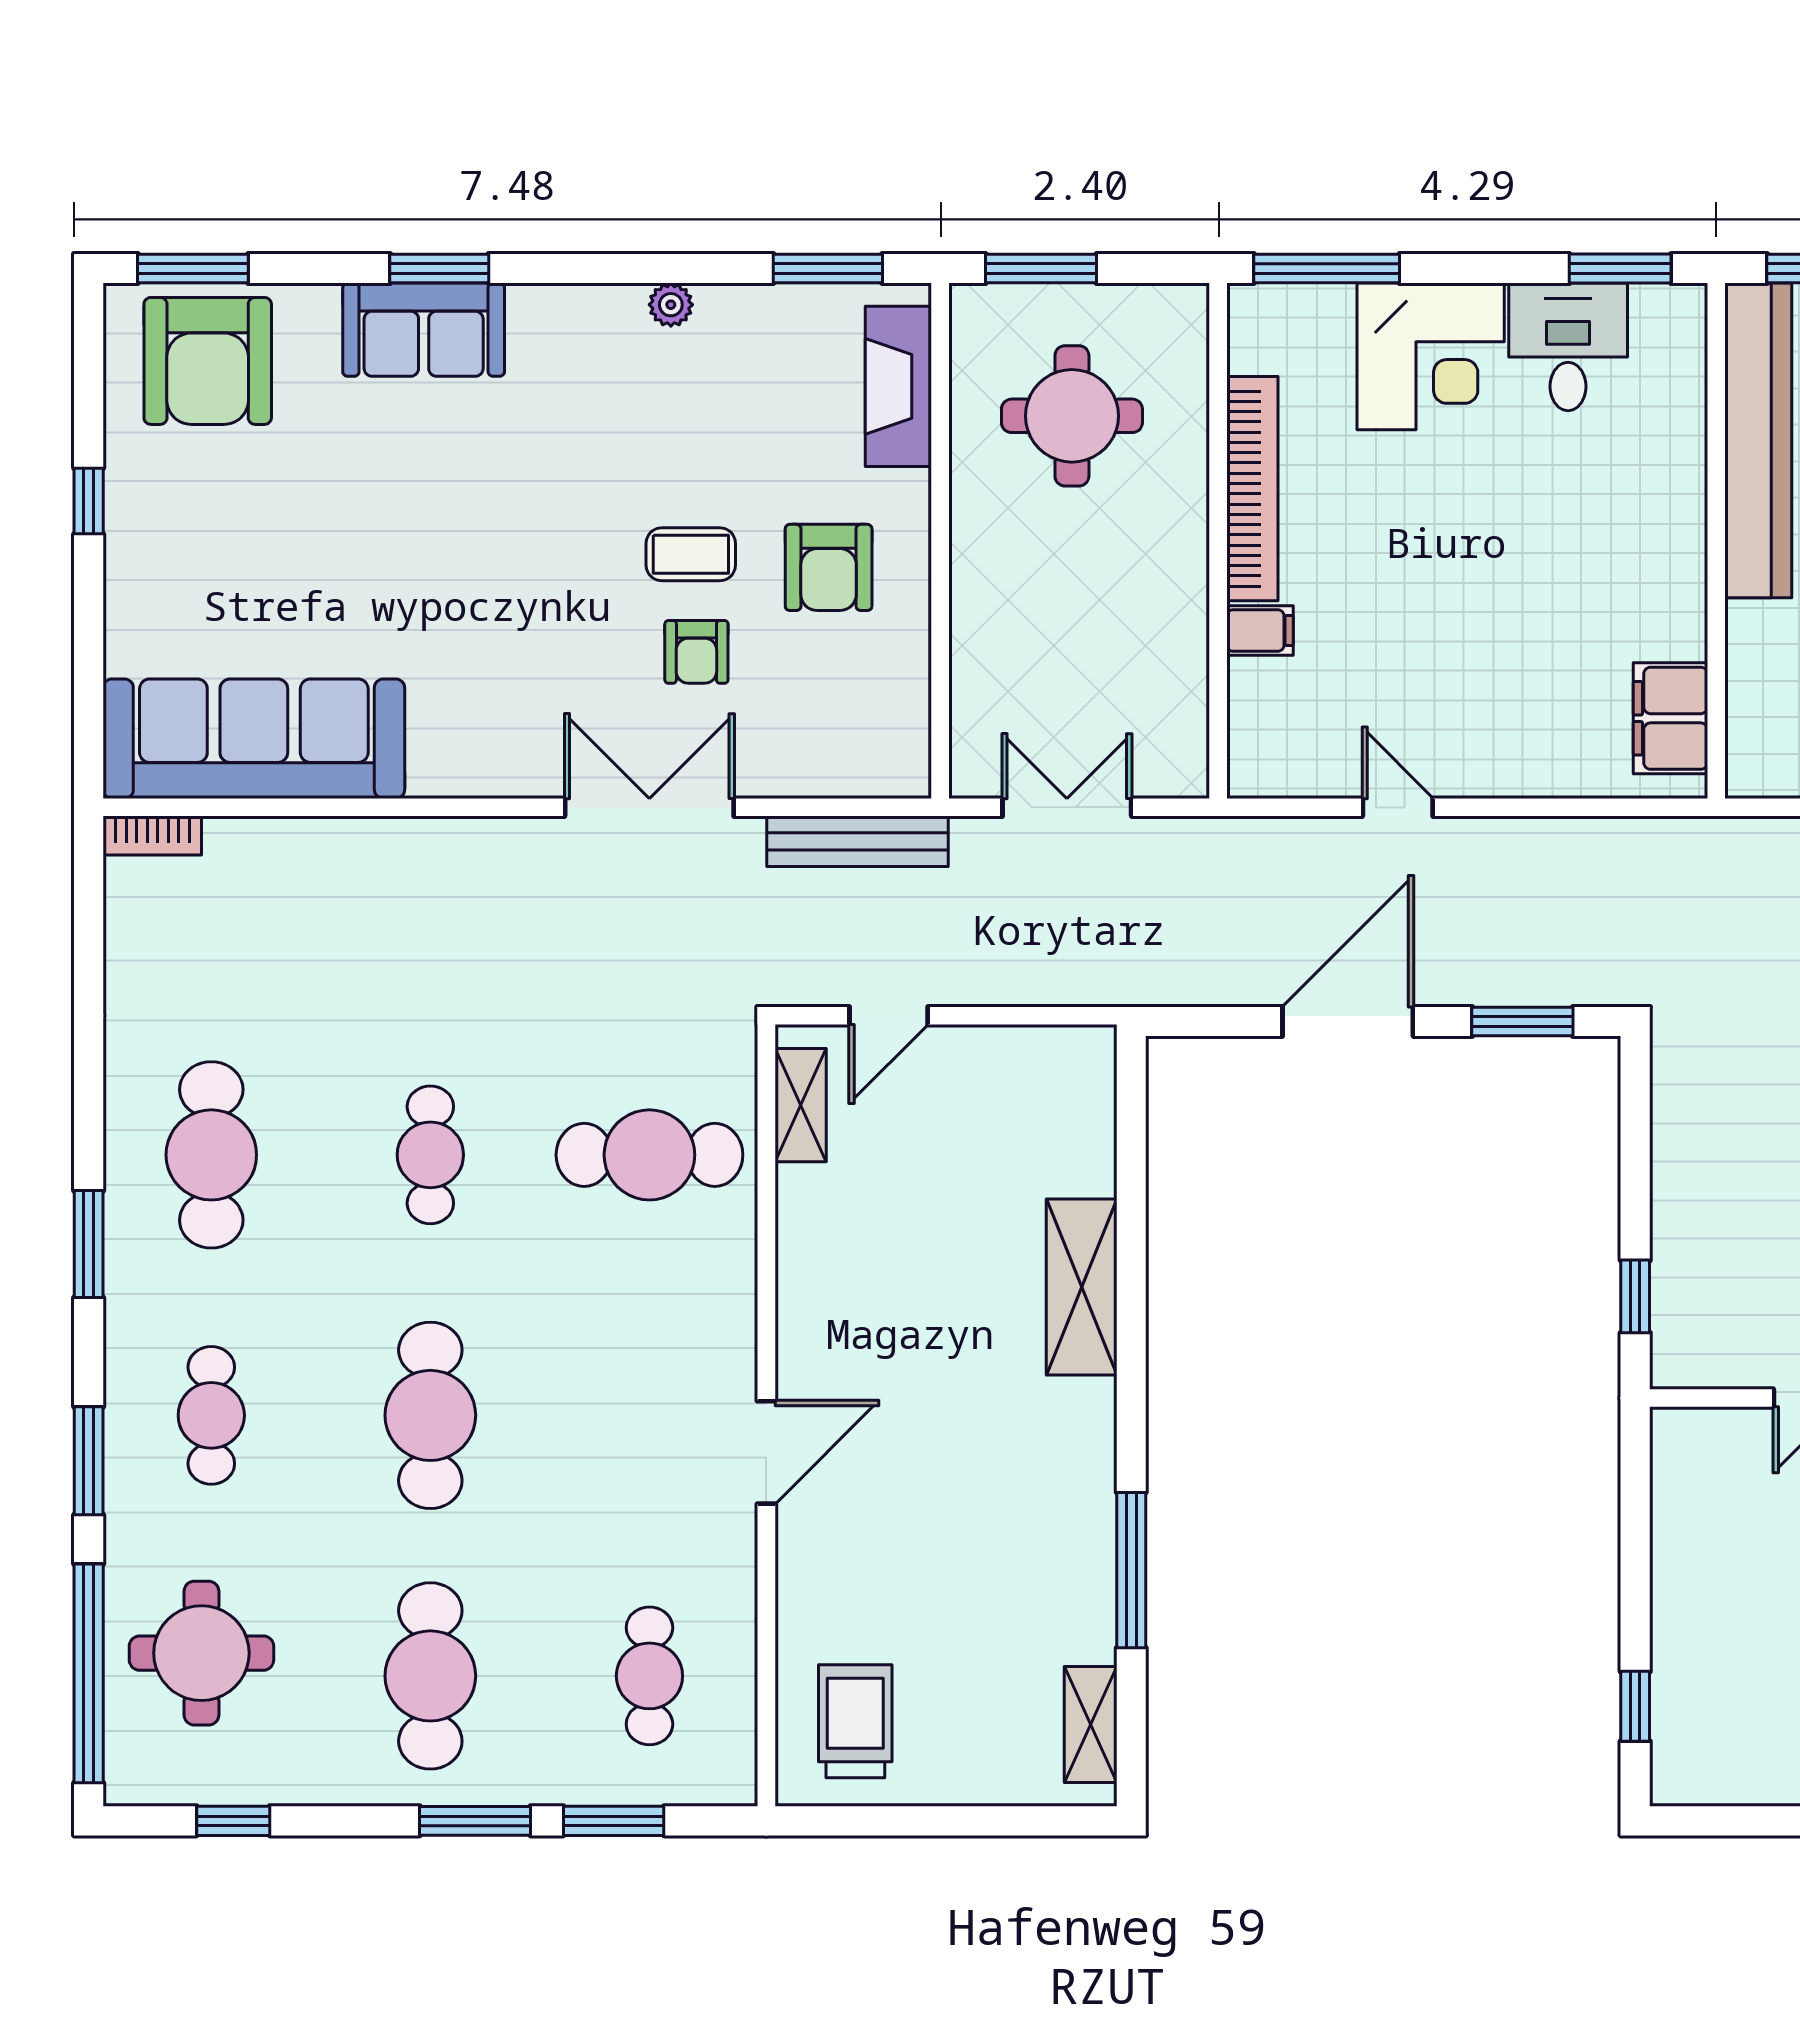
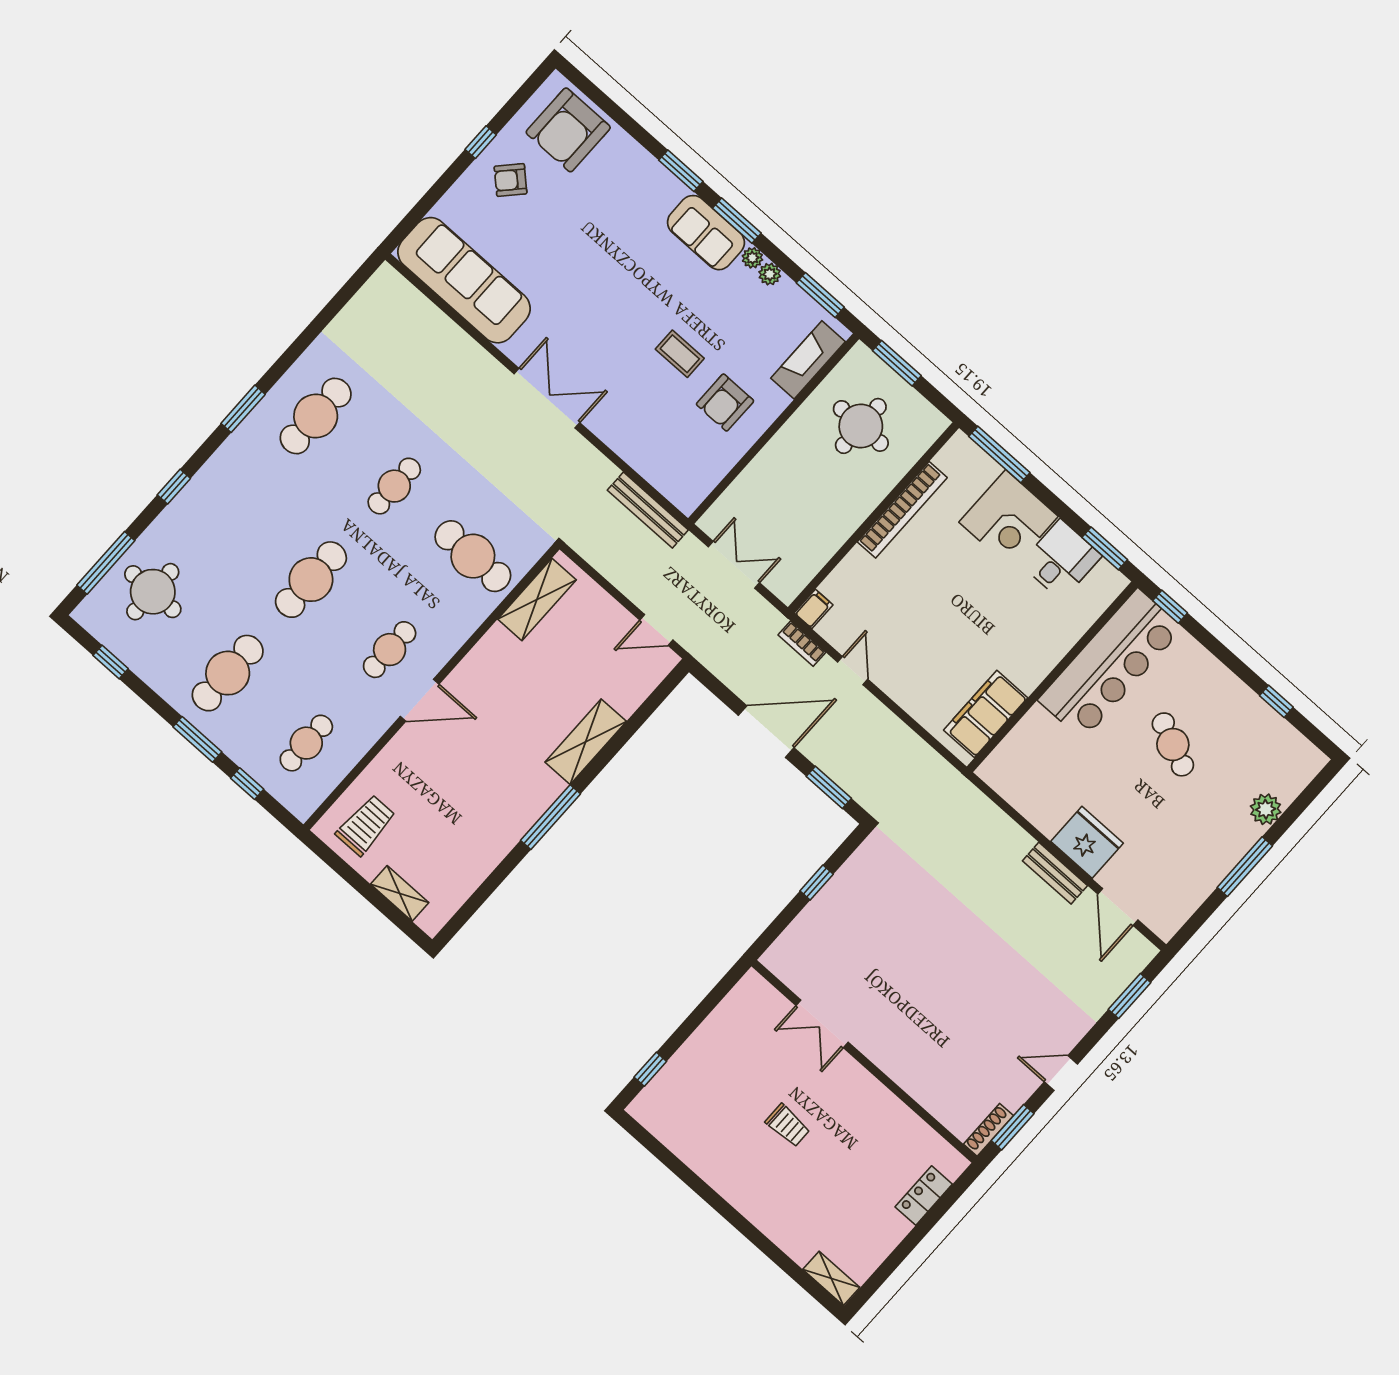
window: (193, 269) -> (737, 221), moved
plant: (720, 306) -> (770, 274), added
sofa: (424, 330) -> (706, 233), moved
filing cabinet: (1260, 630) -> (814, 609), moved, turned -90
armchair: (696, 652) -> (511, 180), moved, turned 43
filing cabinet: (1671, 718) -> (986, 714), width x1.50, depth x1.17
double door: (649, 807) -> (547, 398), moved
bookcase: (152, 836) -> (802, 644), moved
door: (889, 1016) -> (656, 630), moved
shelving: (801, 1105) -> (537, 599), width x1.50, depth x1.33
window: (1635, 1296) -> (817, 883), moved
cafe table: (211, 1415) -> (390, 650), moved
window: (89, 1461) -> (174, 487), width x0.67
window: (1131, 1570) -> (550, 817), moved
window: (89, 1673) -> (106, 563), width x0.68
shelving: (1091, 1724) -> (400, 893), moved, turned 90
window: (614, 1821) -> (247, 784), width x0.67

